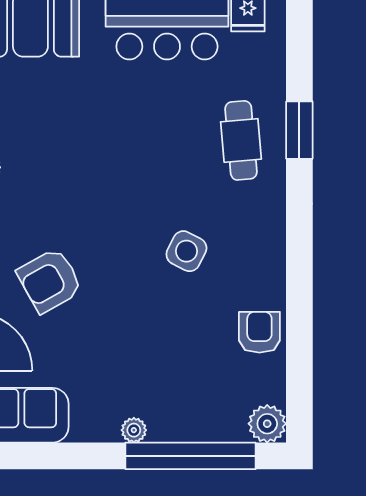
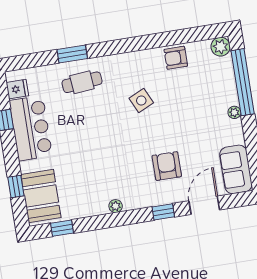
side table: (186, 251) -> (141, 100), turned 38
armchair: (50, 281) -> (167, 166), turned -151

